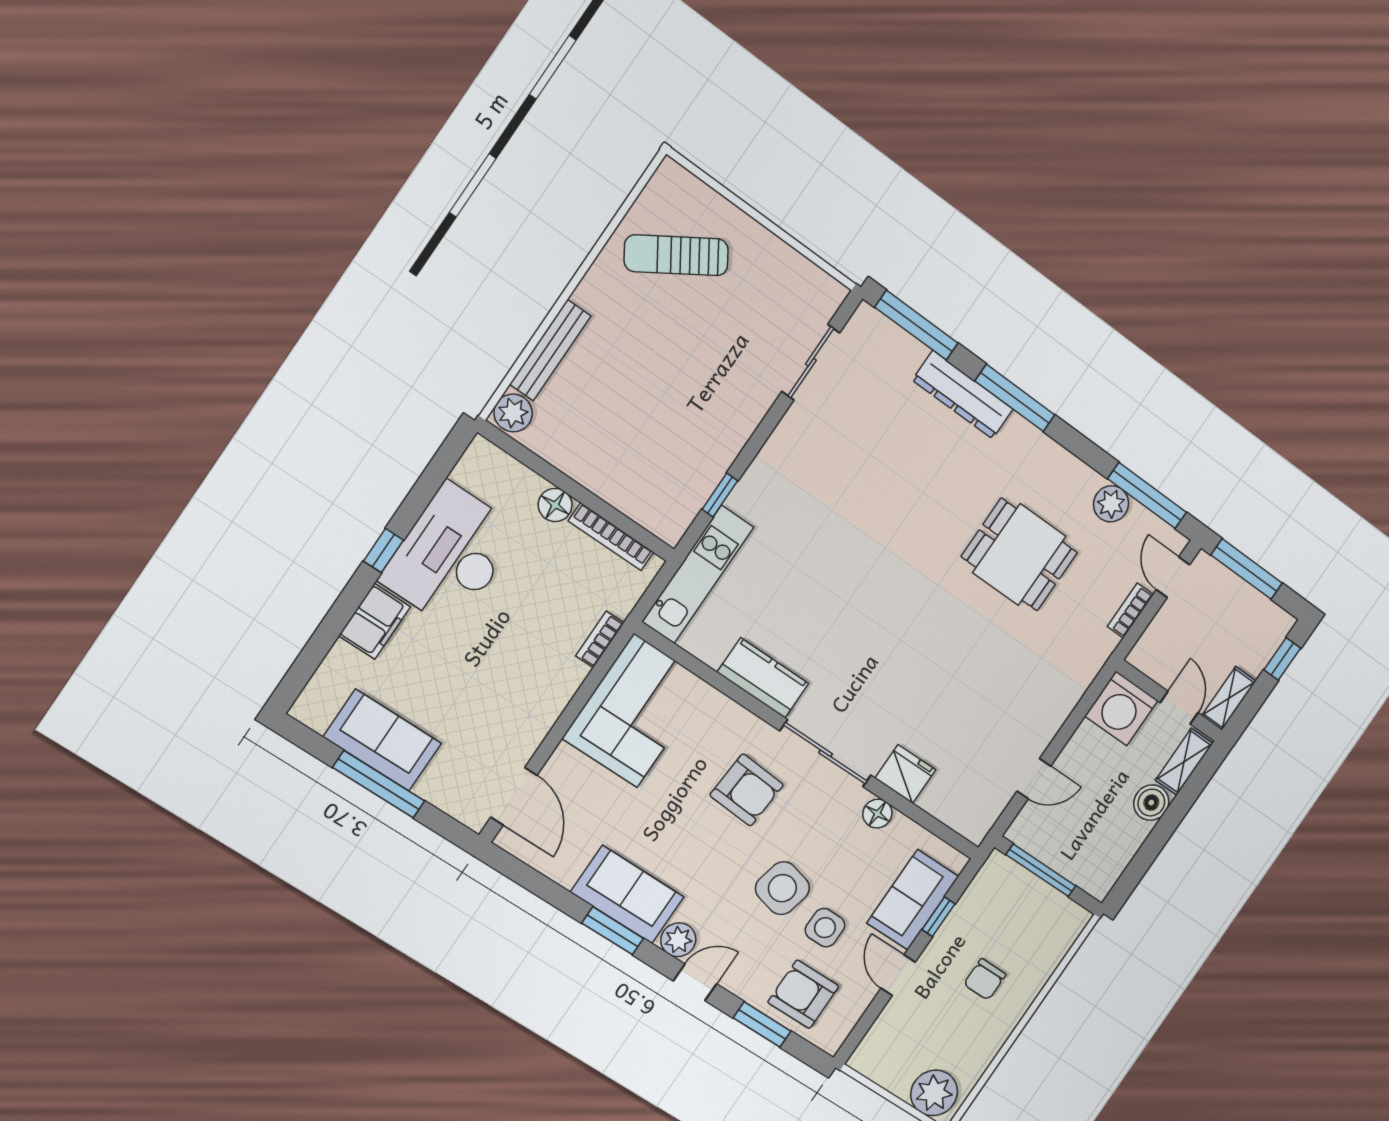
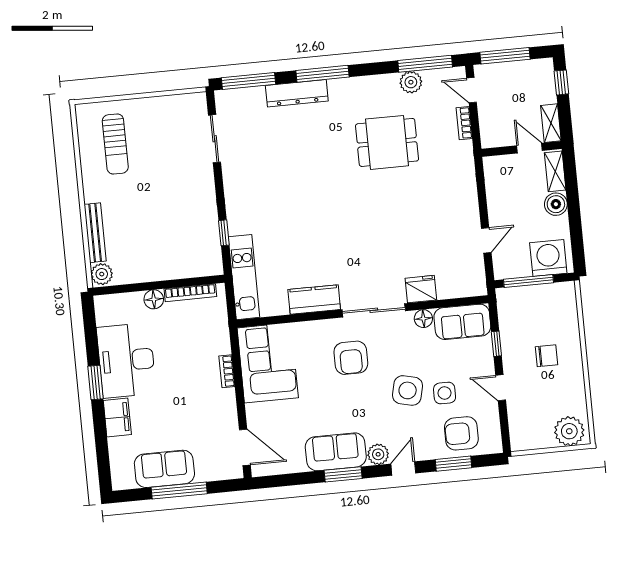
sun lounger: (676, 255) -> (115, 144), turned -57
window: (383, 551) -> (95, 383), width x1.50
bookcase: (600, 639) -> (227, 371), moved
washing machine: (1121, 708) -> (548, 258), moved, turned 180
armchair: (747, 790) -> (351, 358), turned 86
sofa: (913, 900) -> (462, 322), moved, turned -90
chair: (985, 979) -> (546, 356), turned -90

